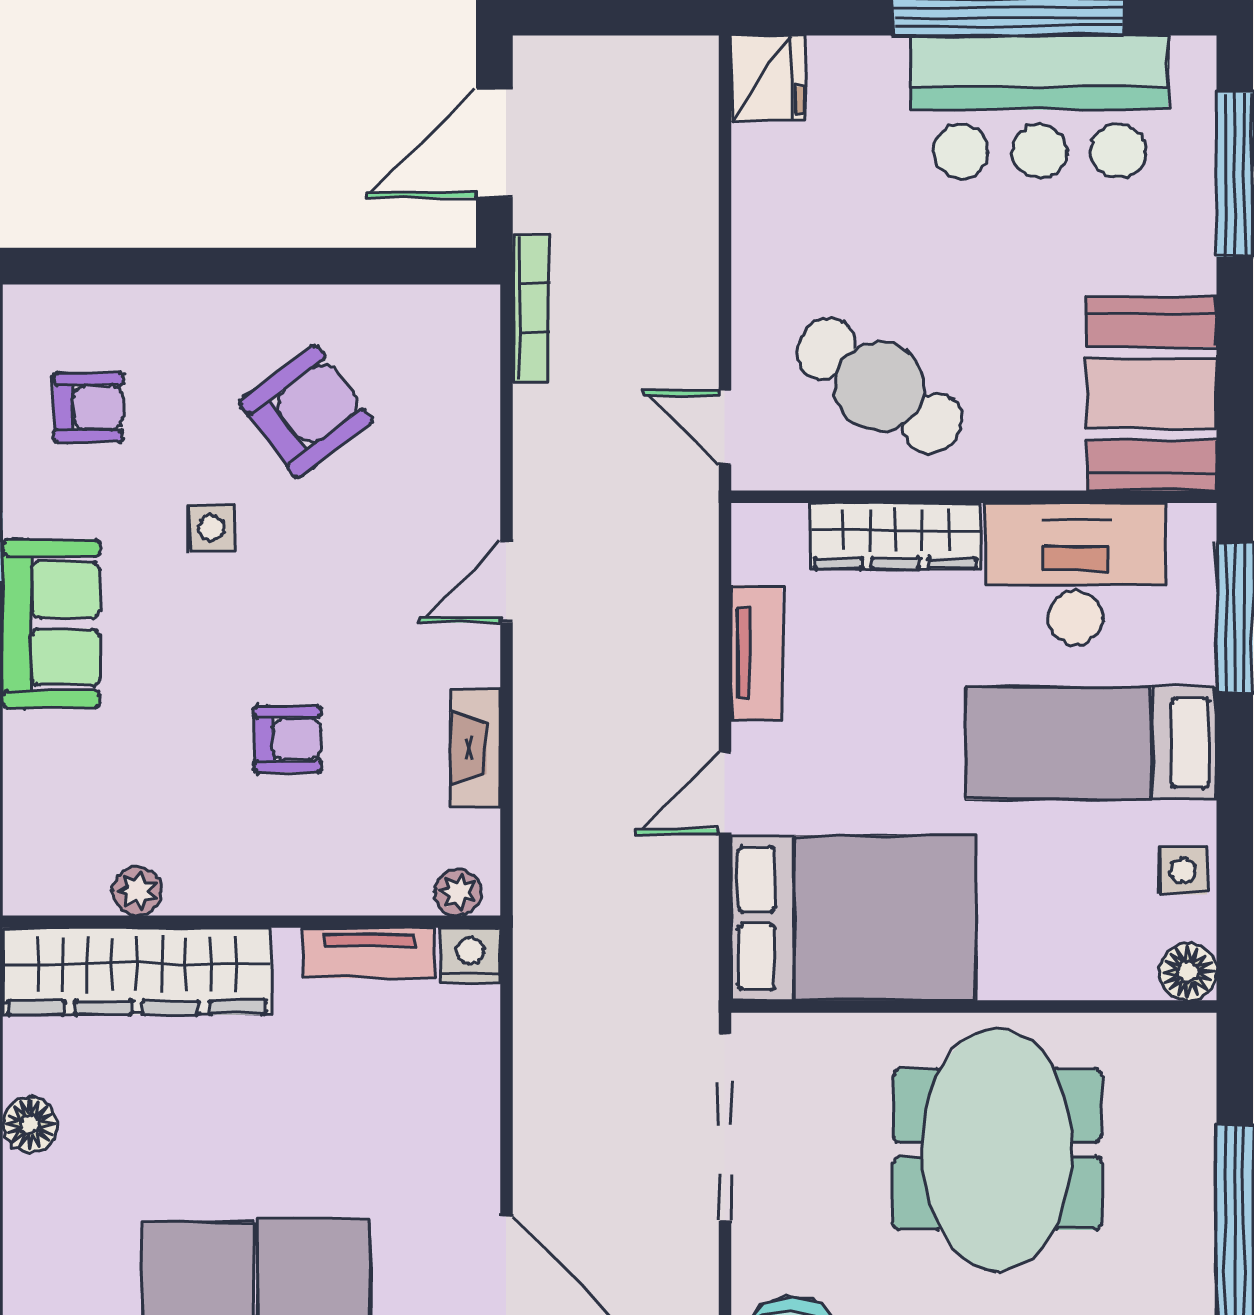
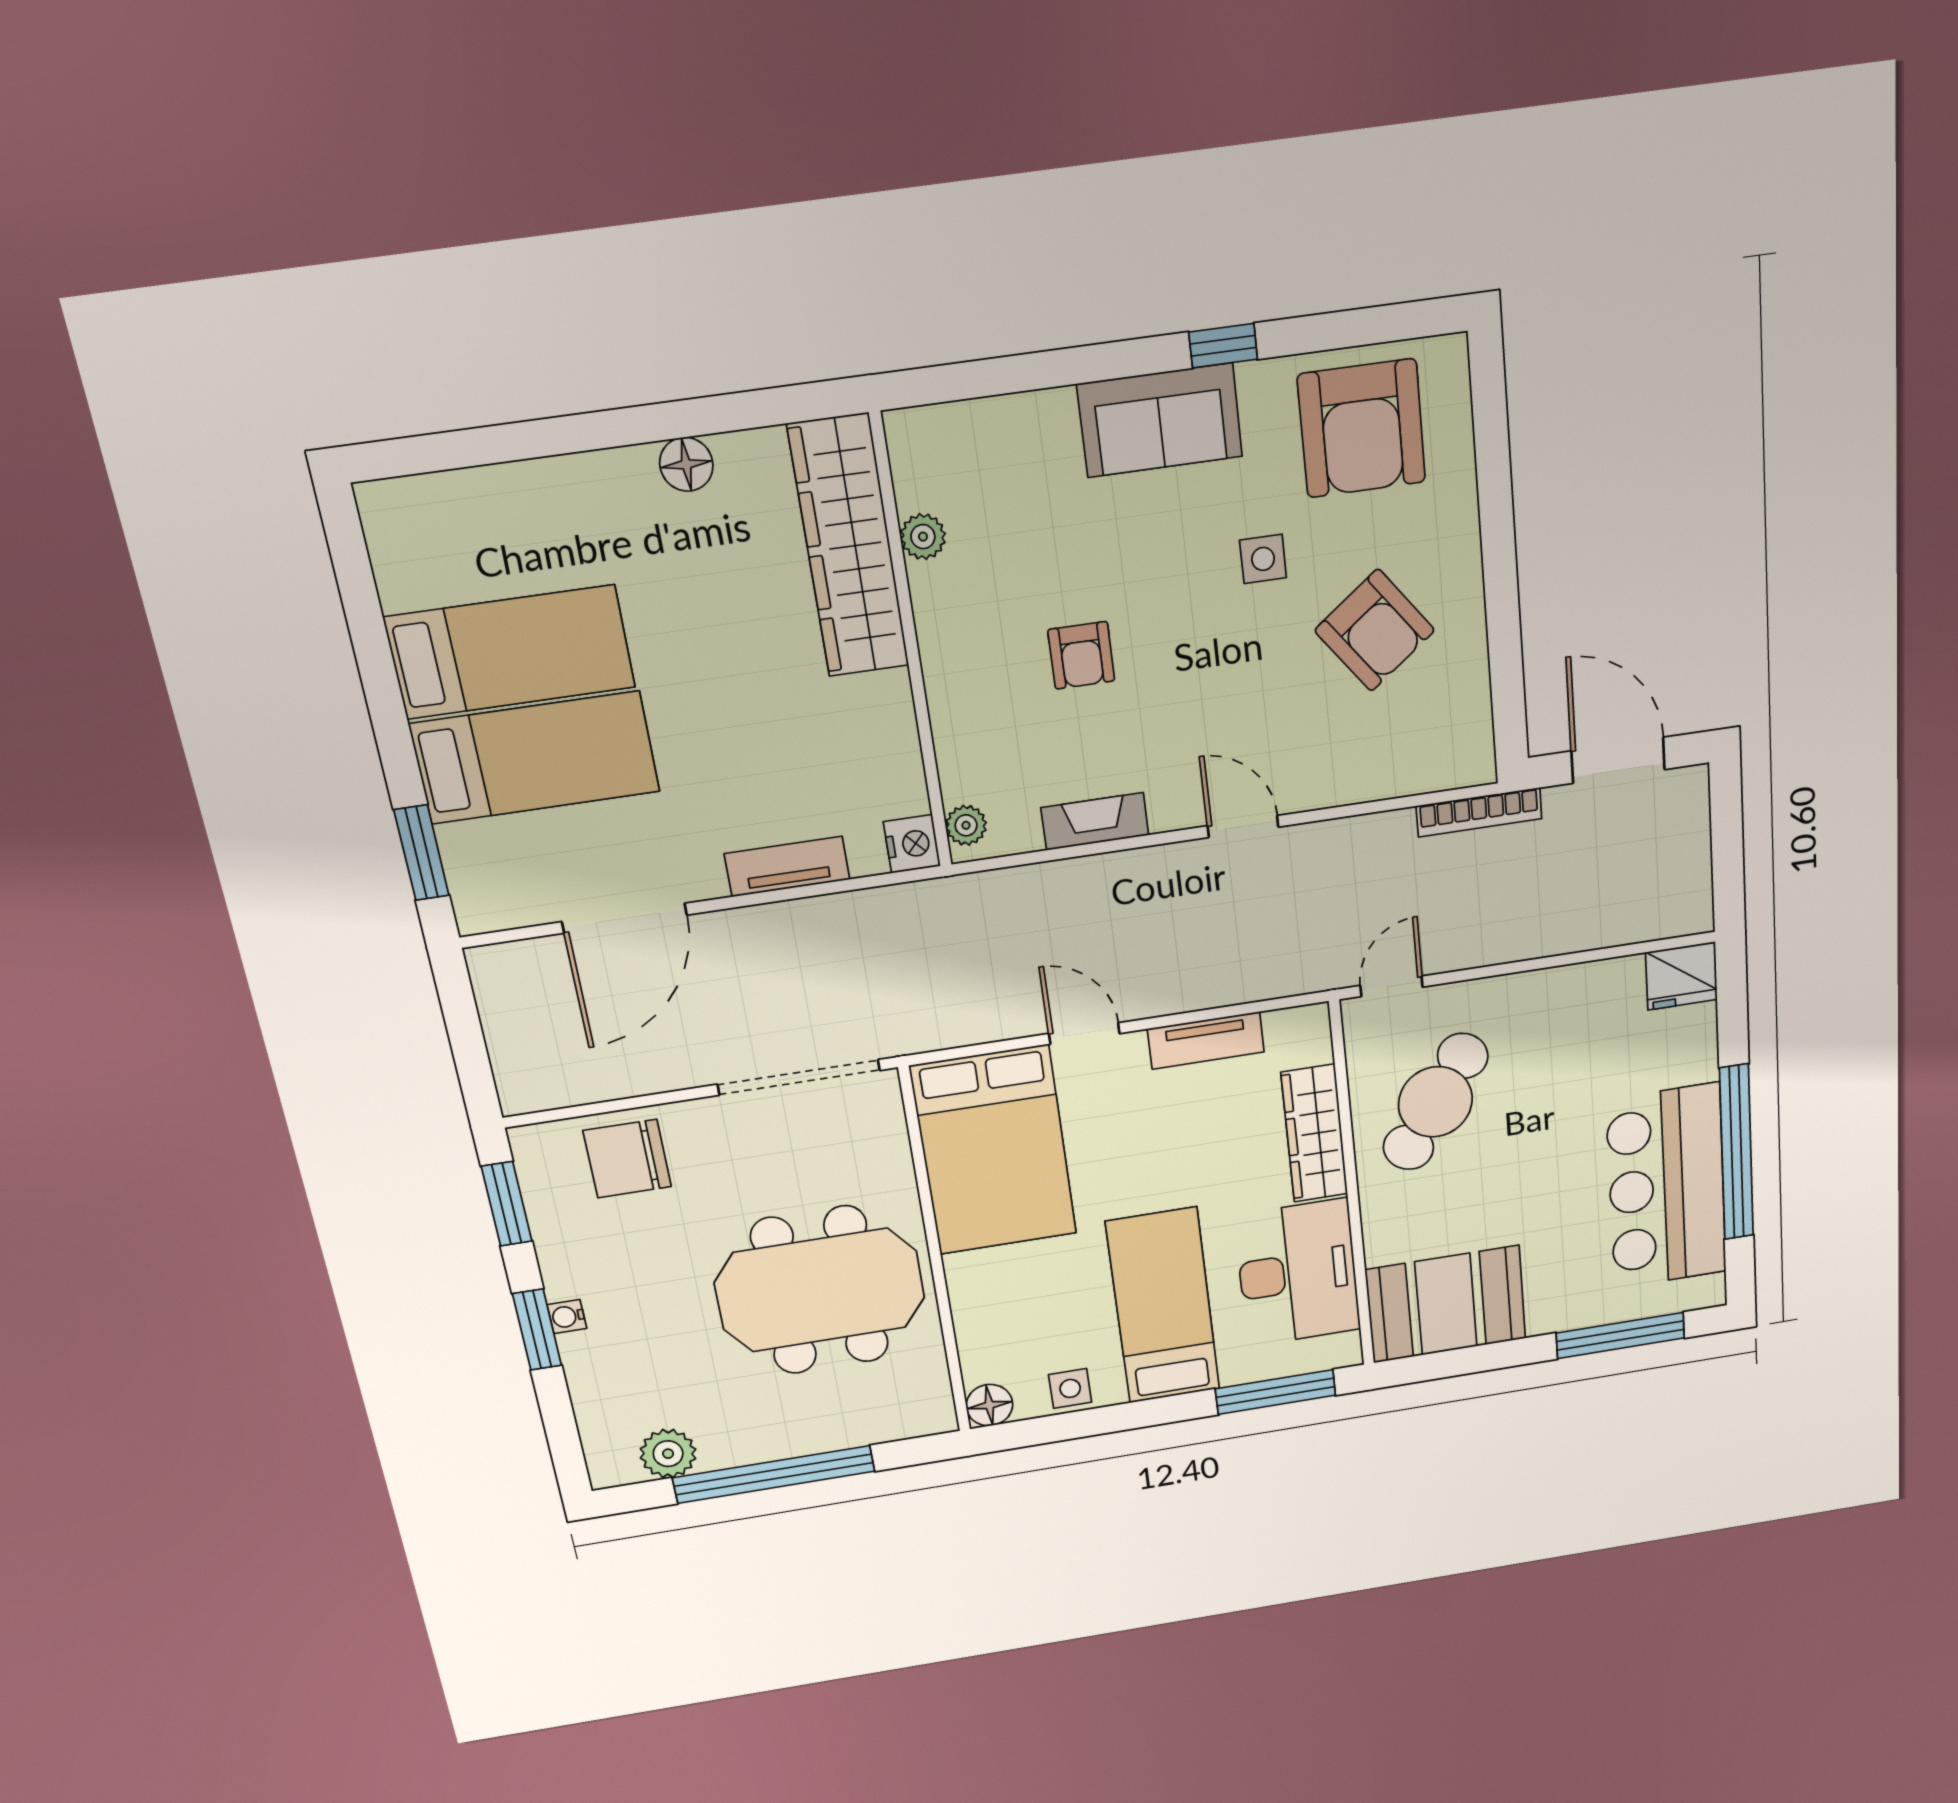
armchair: (88, 407) -> (1362, 428), width x1.88, depth x1.88
tv unit: (369, 953) -> (787, 867), moved, turned 90

